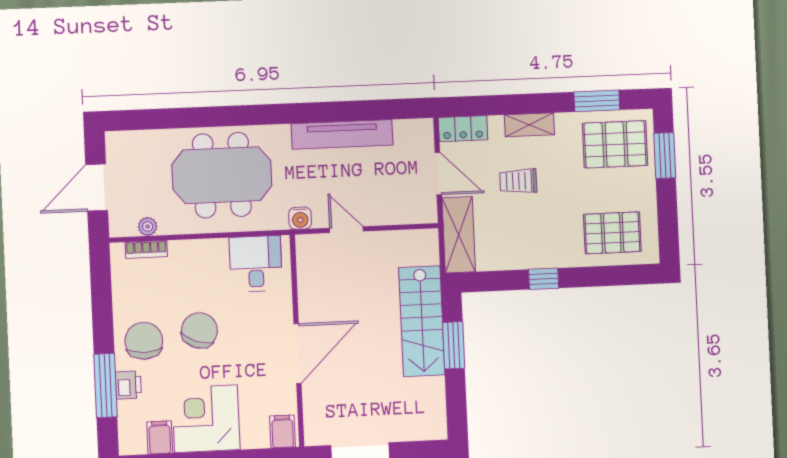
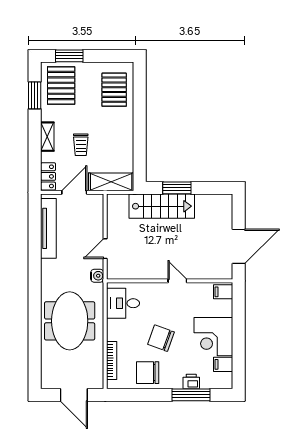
tv unit: (342, 134) -> (48, 228), moved
plant: (148, 226) -> (98, 366), removed
bookcase: (146, 249) -> (112, 360), width x1.56
window: (544, 279) -> (140, 132), removed
chair: (144, 341) -> (148, 373), moved
door: (298, 353) -> (177, 281), width x0.53

